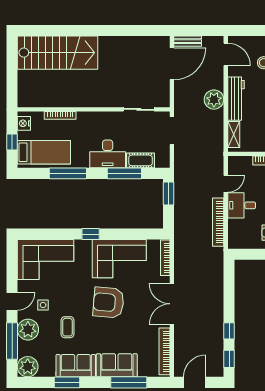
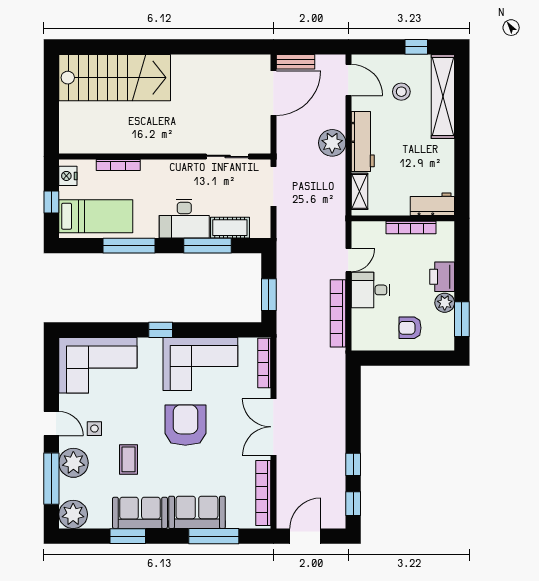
window: (168, 193) -> (269, 295), moved
door: (12, 301) -> (51, 424), hinge flipped
armchair: (108, 303) -> (185, 425), turned 85

